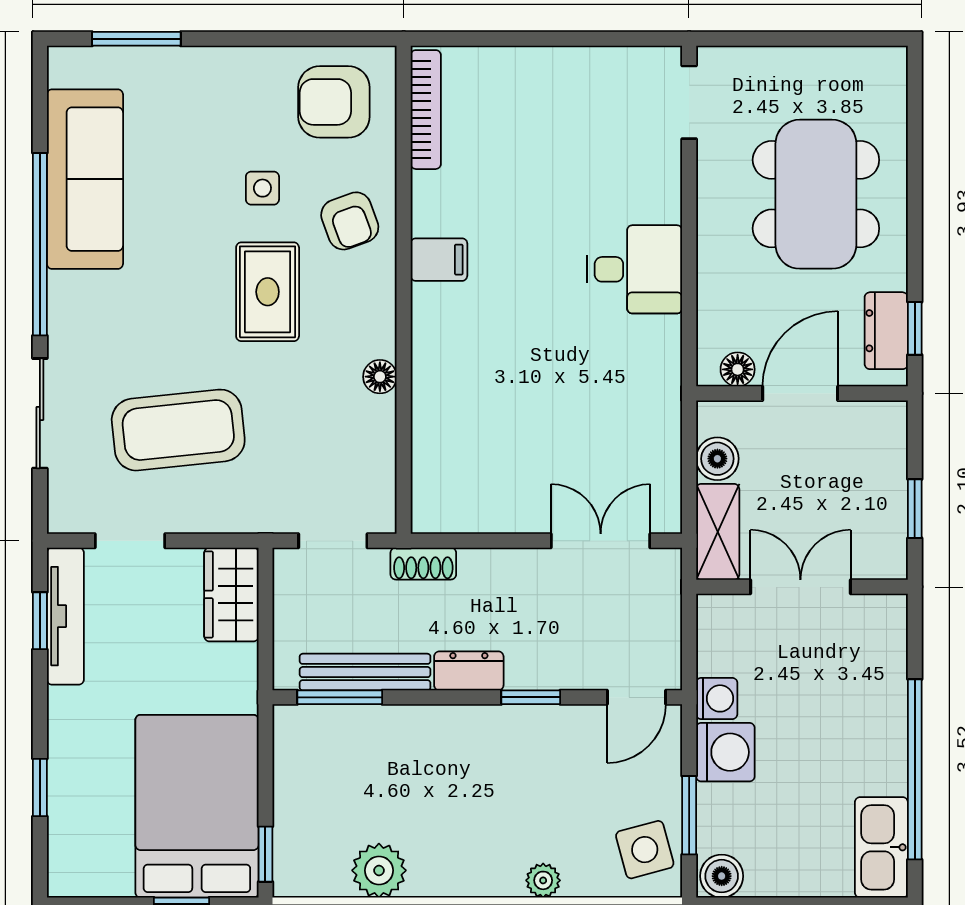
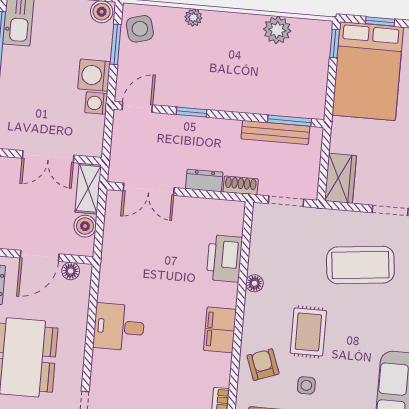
filing cabinet: (439, 260) -> (220, 330), width x2.00
printer: (442, 420) -> (224, 258), added
dresser: (469, 671) -> (204, 180), moved, turned 180

